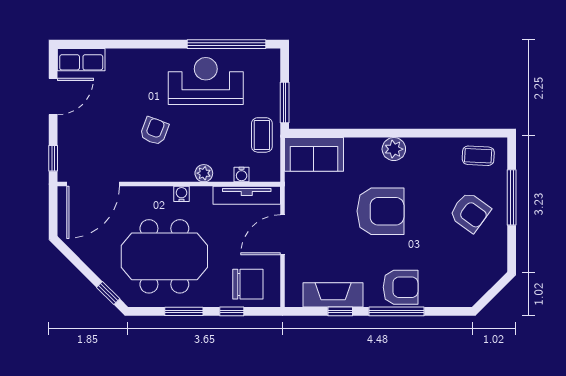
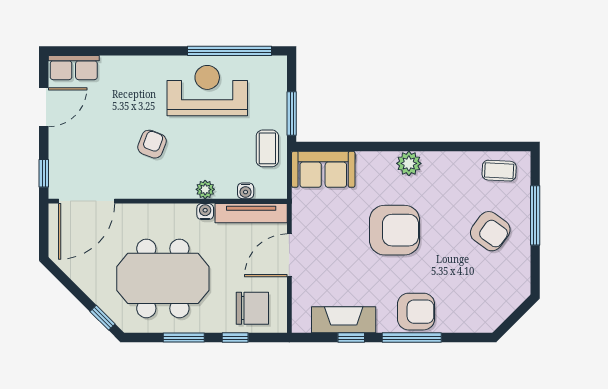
water cooler: (182, 194) -> (205, 212), moved

